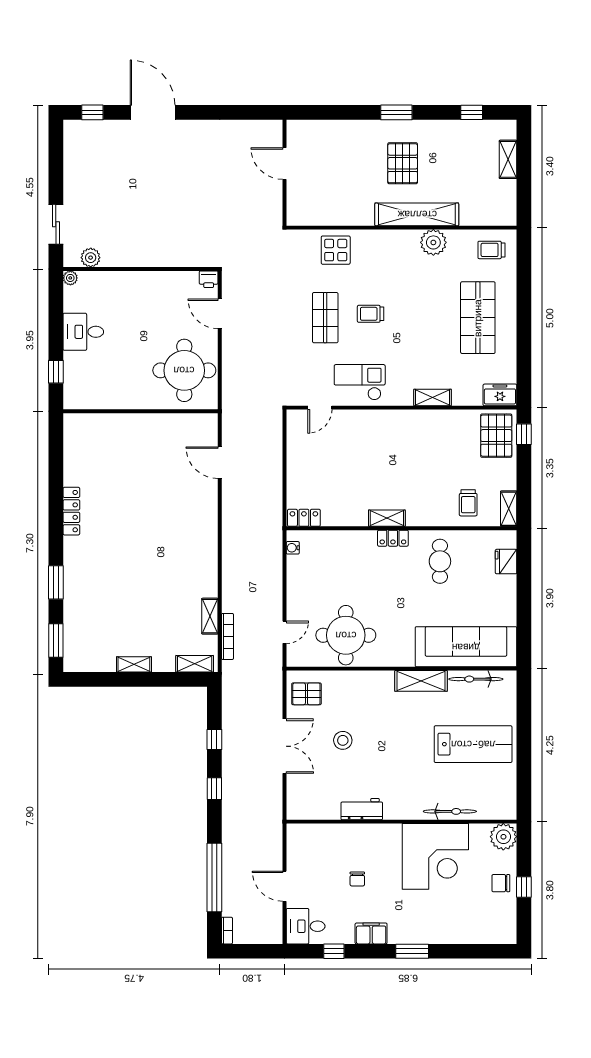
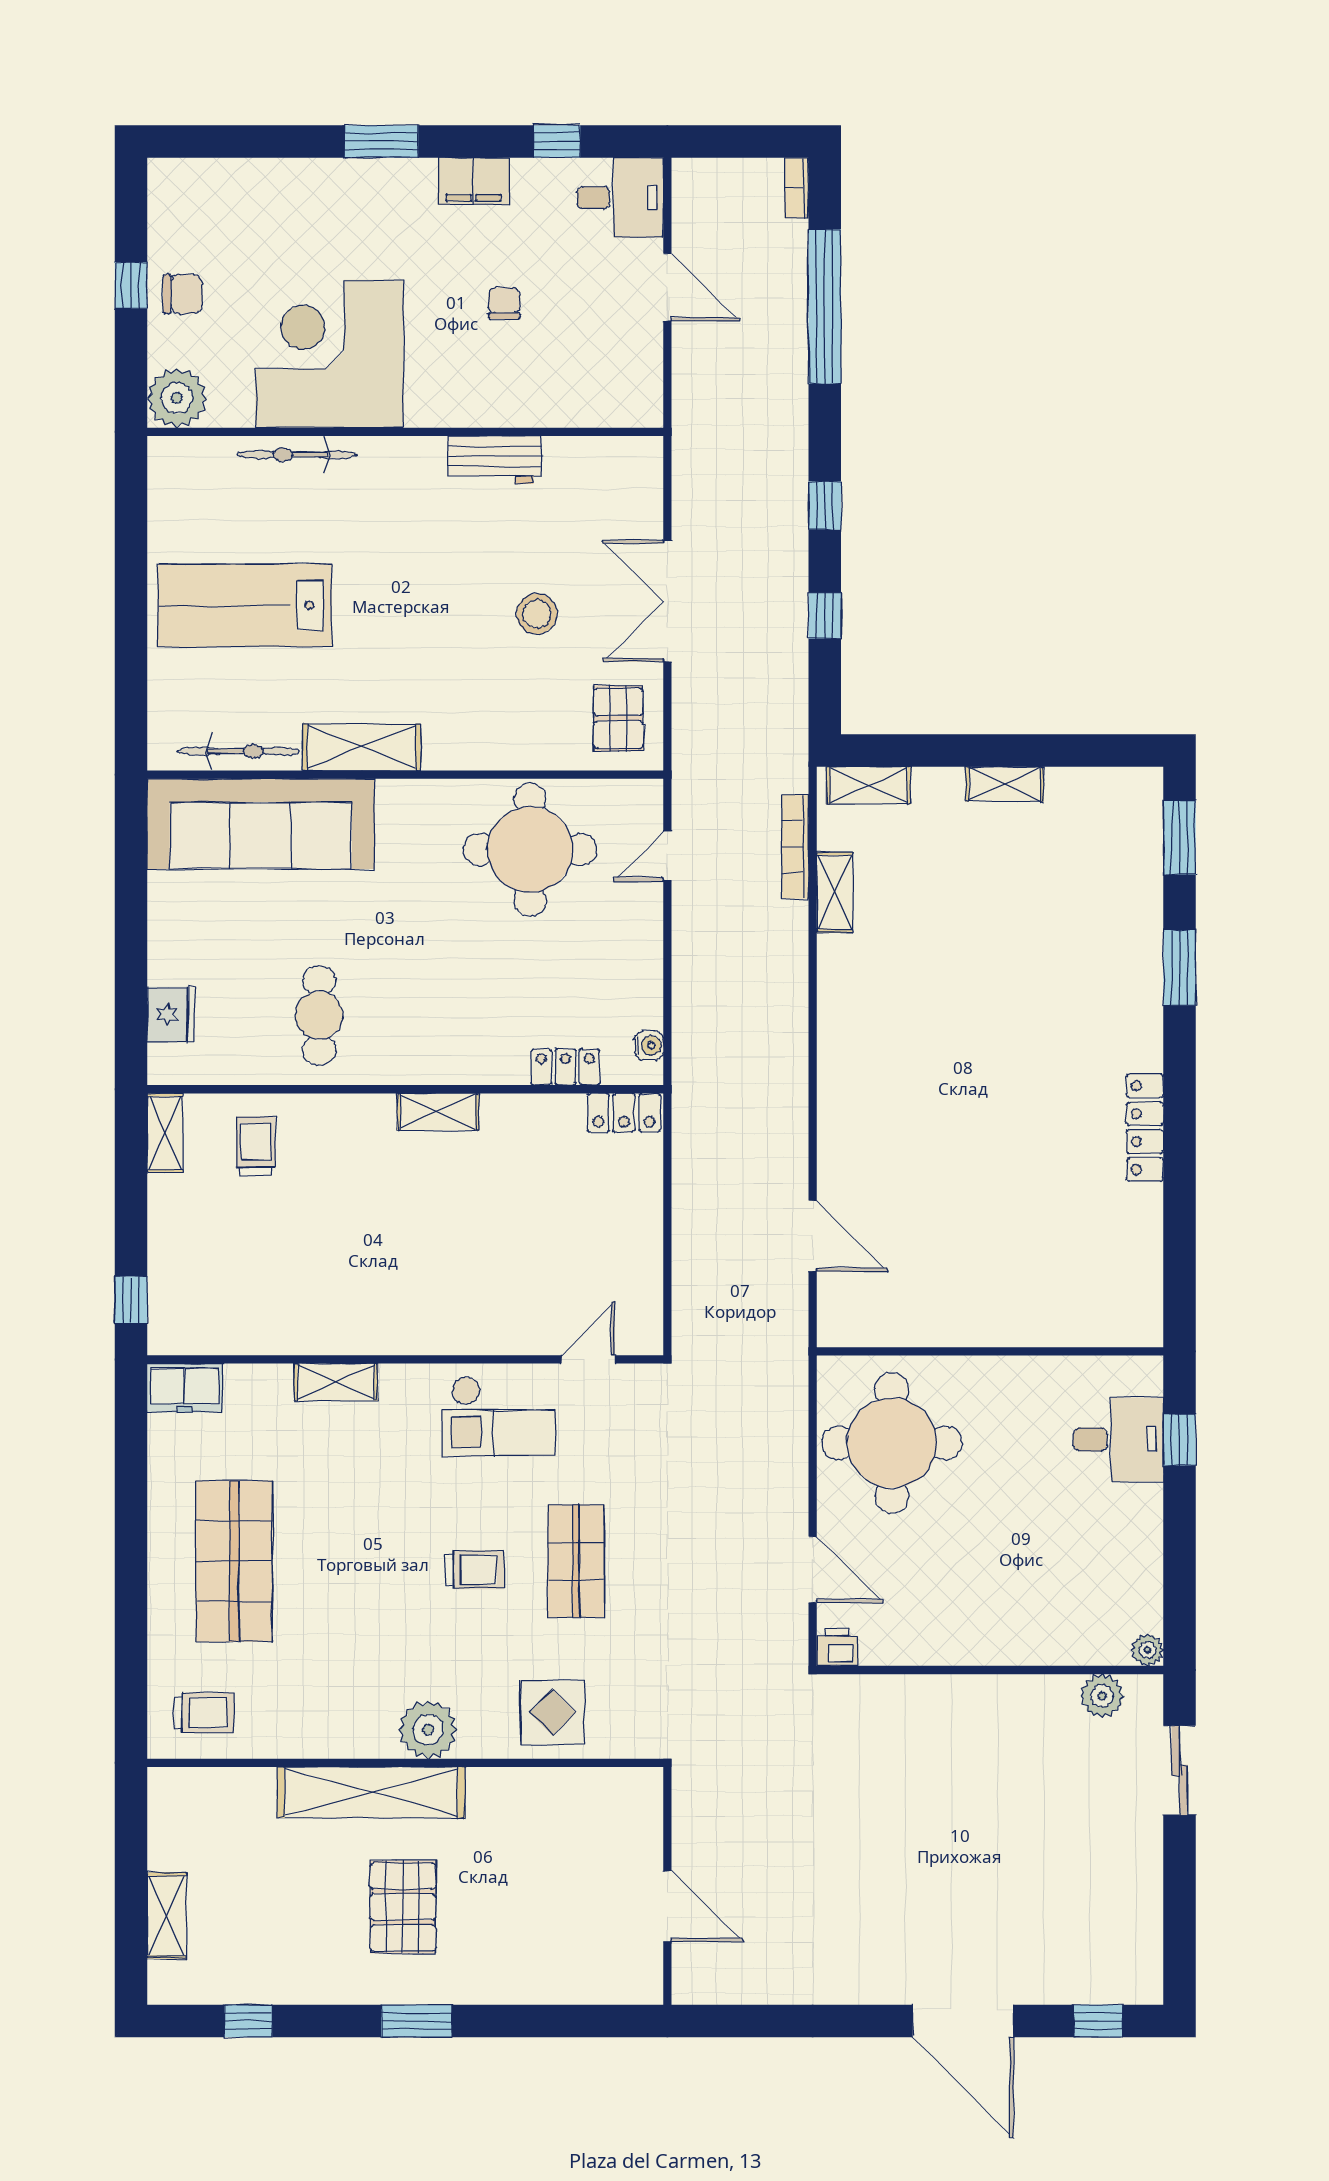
plant: (433, 242) -> (428, 1730), moved
desk: (83, 332) -> (1118, 1439), moved
pallet: (496, 436) -> (193, 1297), removed
locker: (393, 538) -> (565, 1067), moved
pallet: (306, 694) -> (618, 718), turned 90

